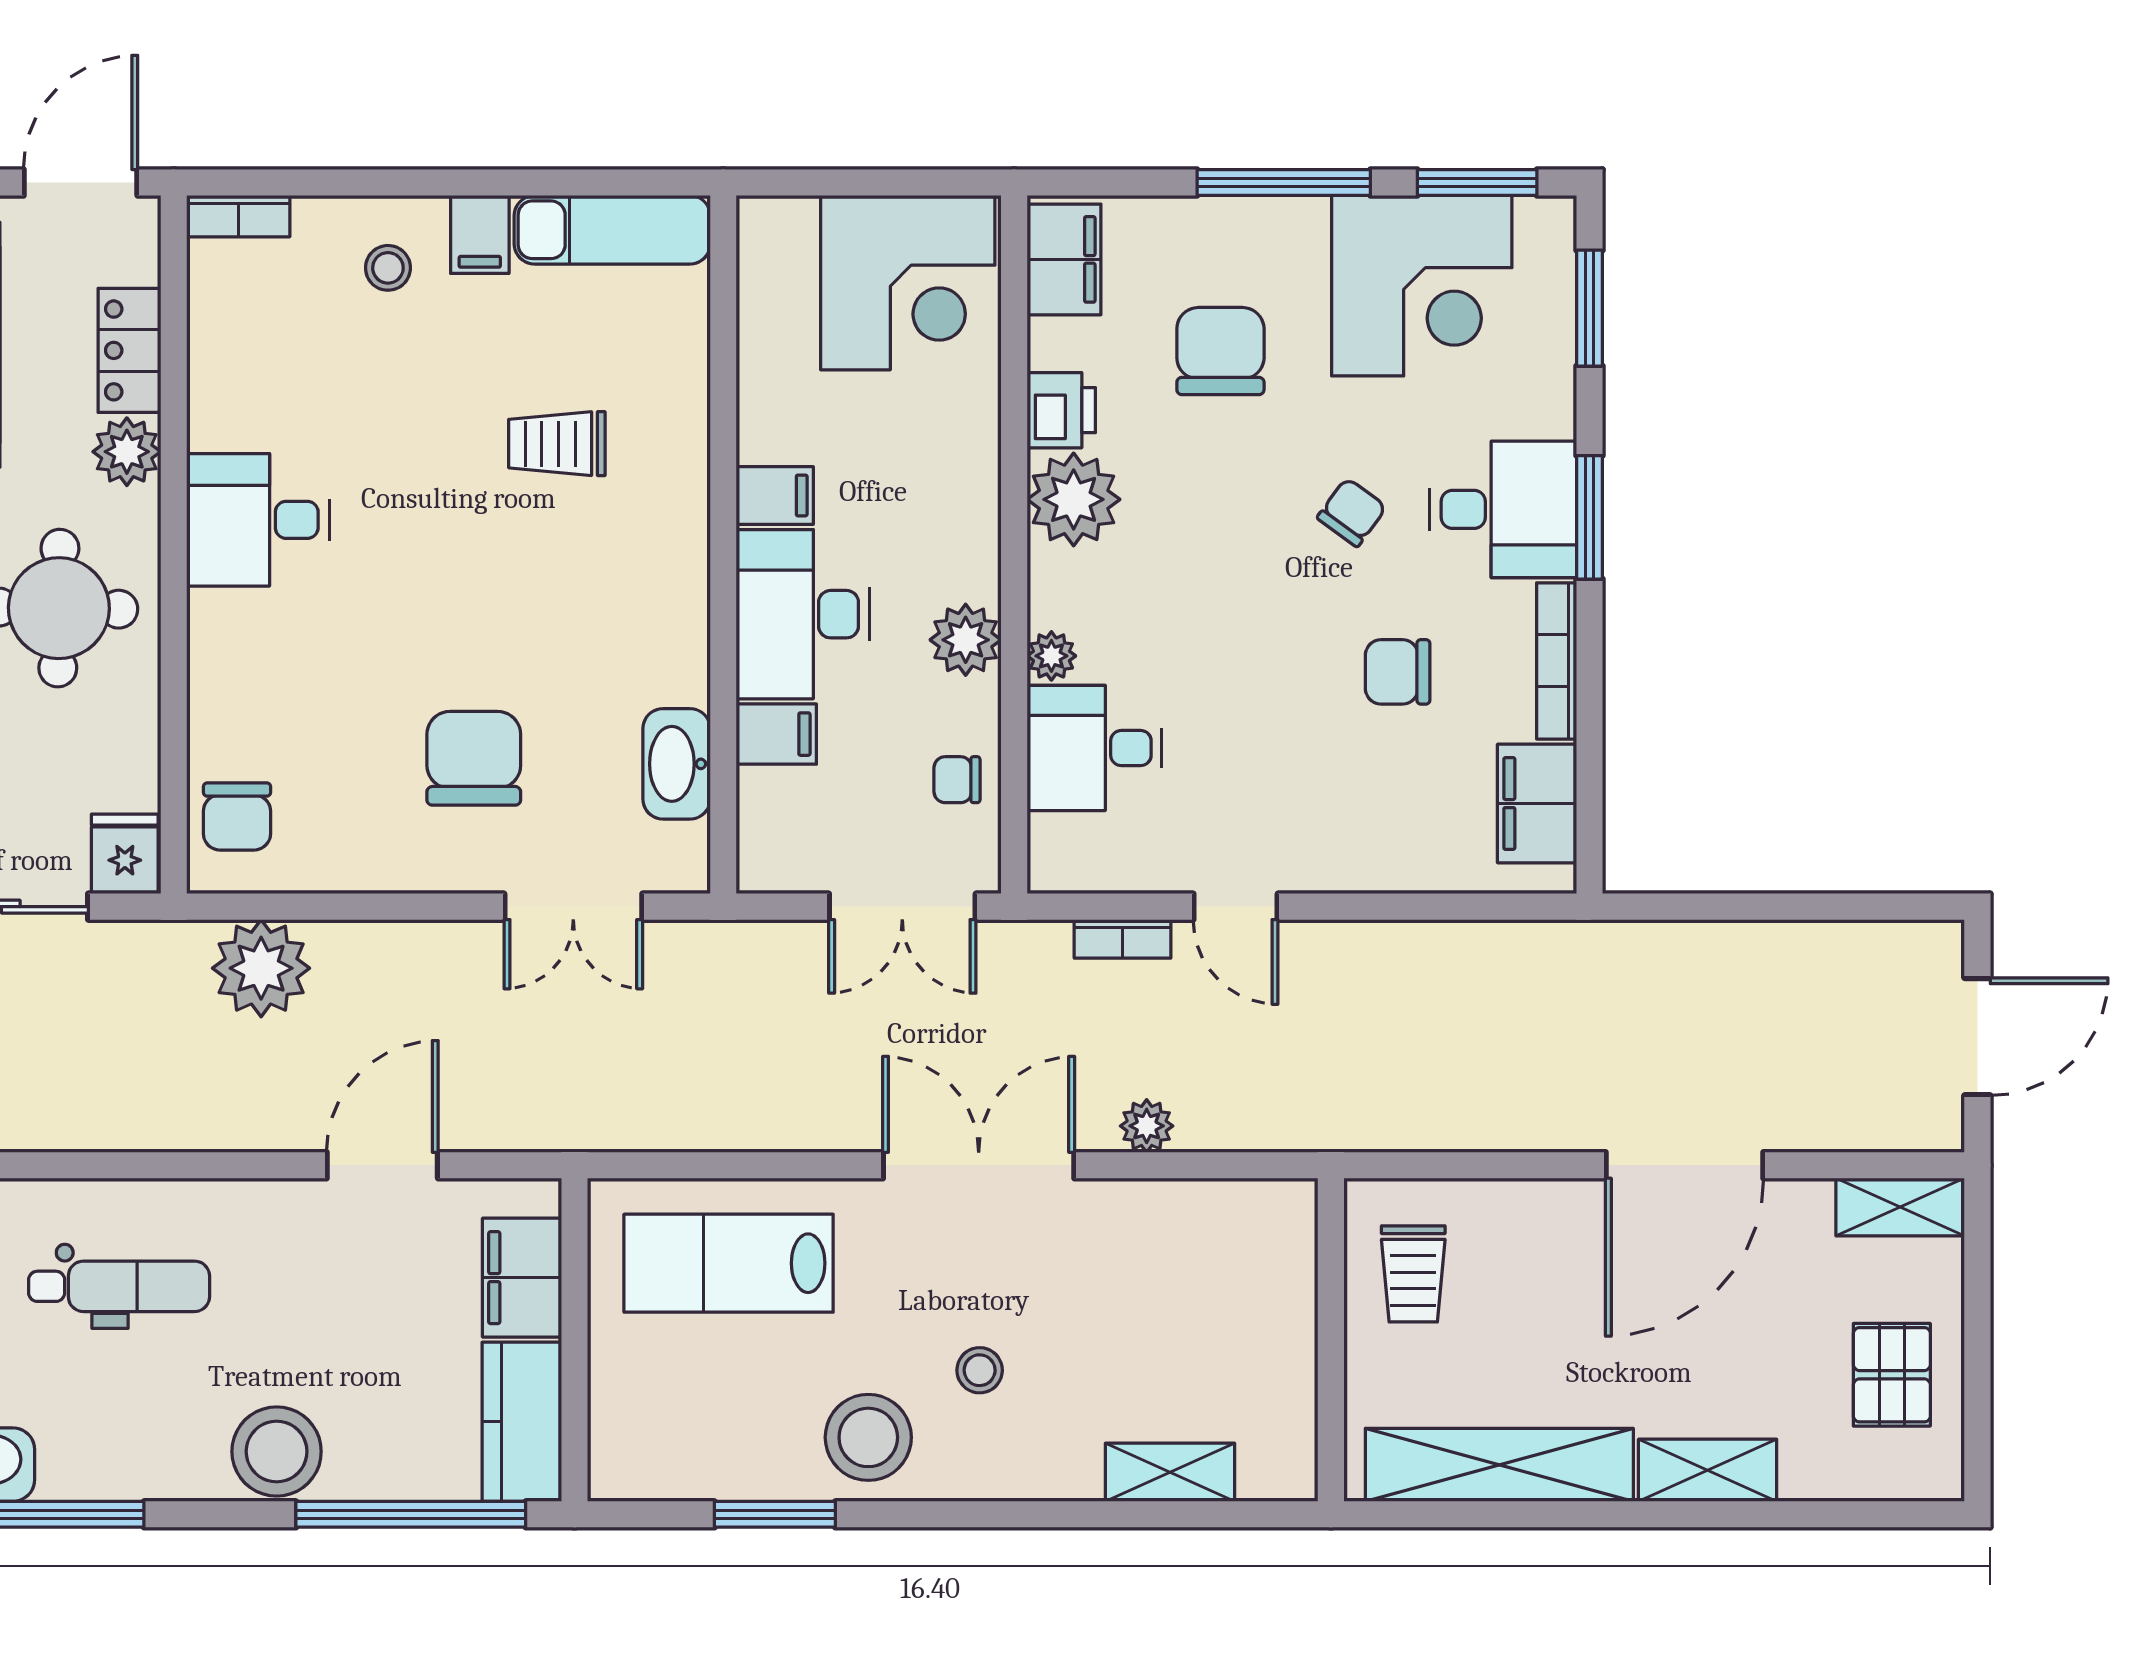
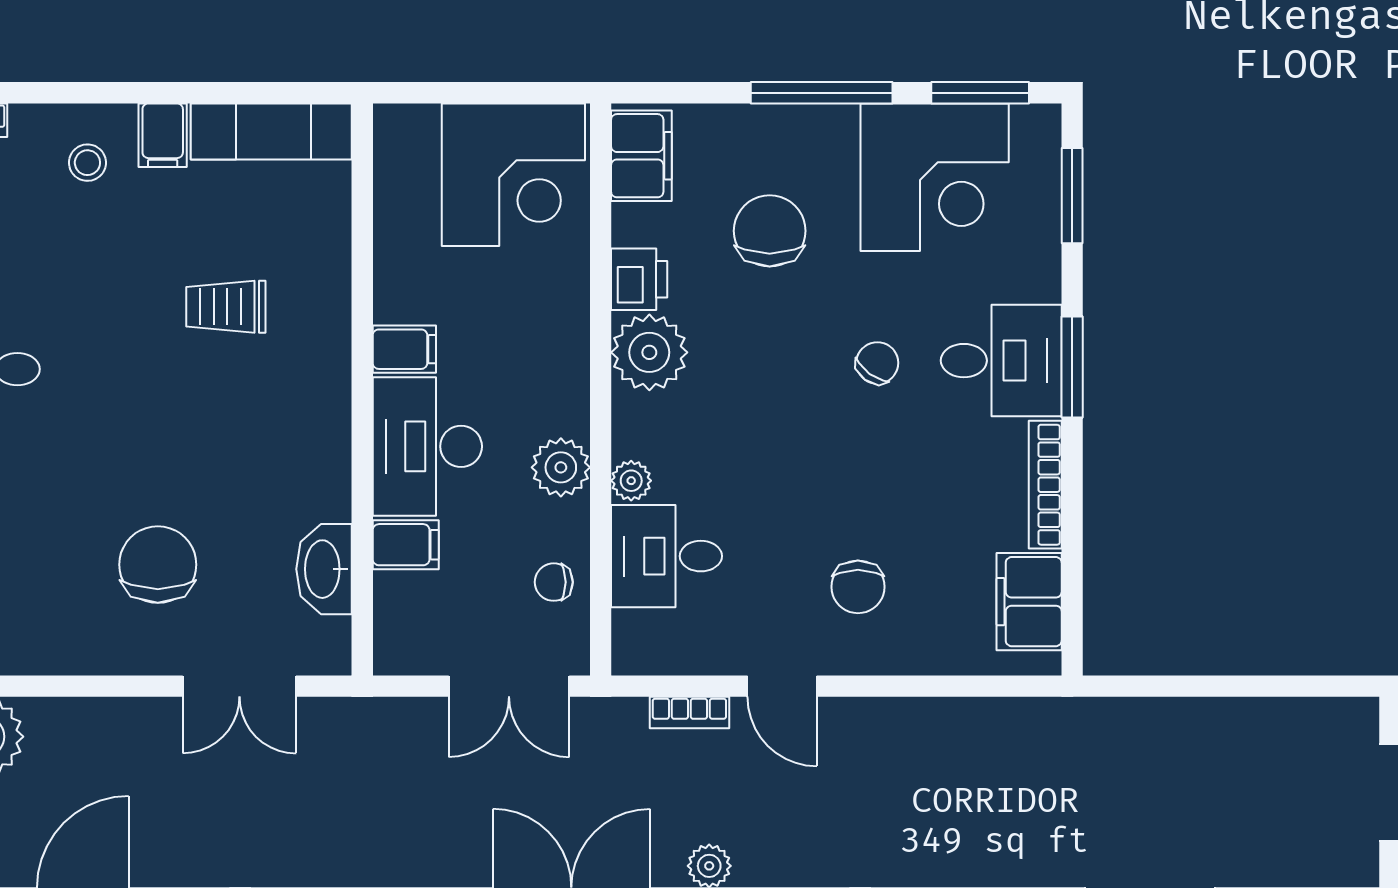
chair: (1398, 672) -> (858, 587), moved, turned -90

